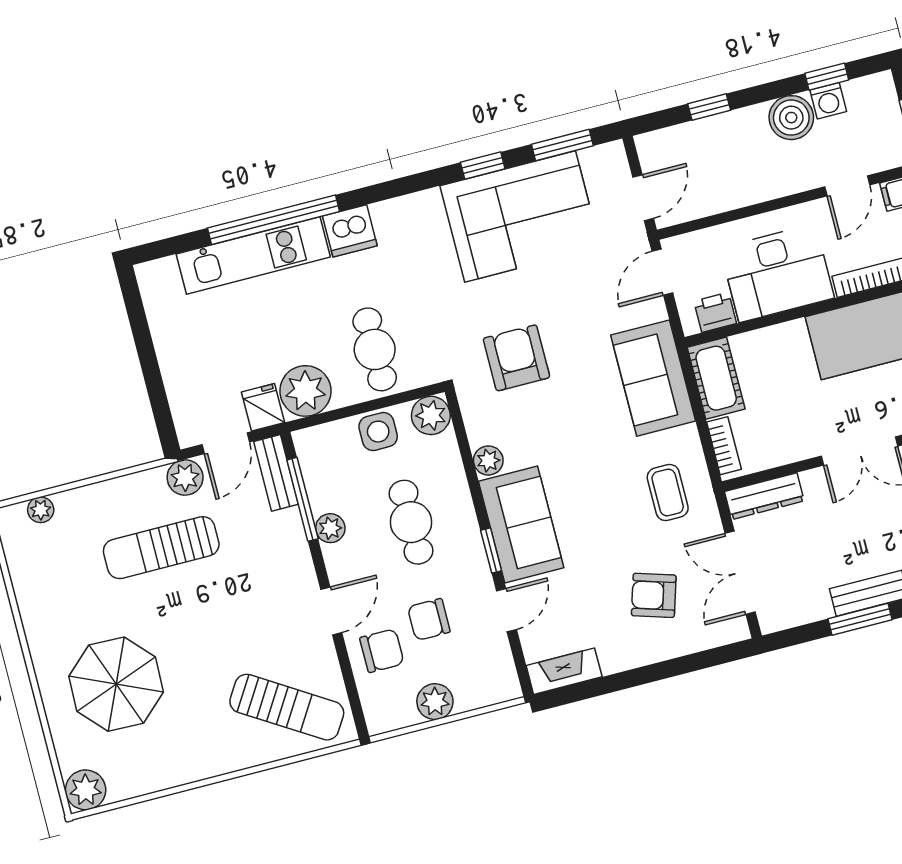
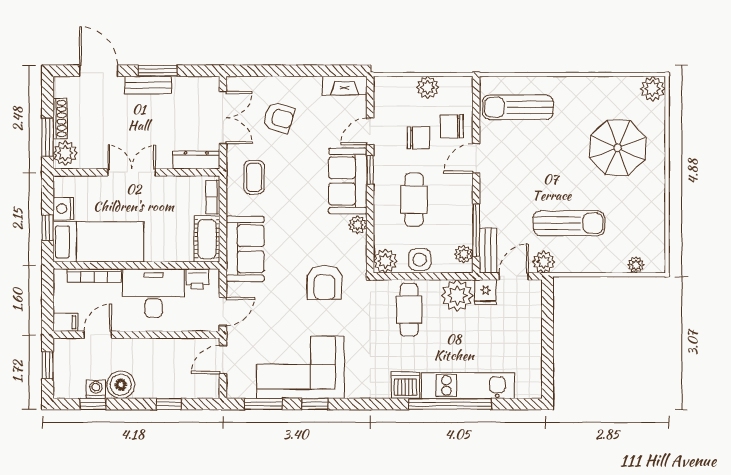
plant: (330, 528) -> (464, 254), moved
sun lounger: (287, 707) -> (518, 107), turned -32

